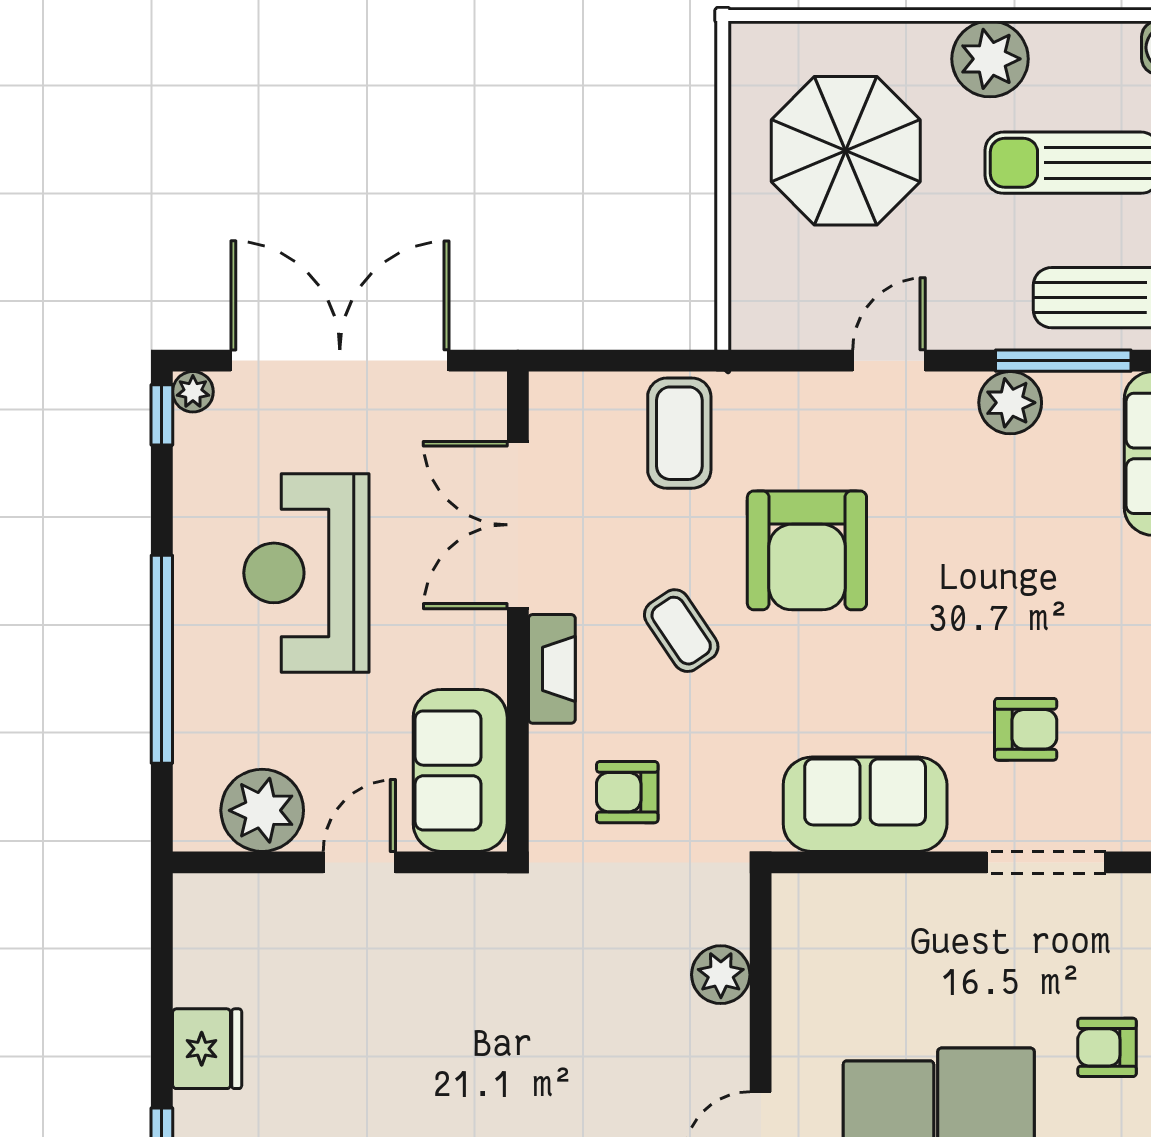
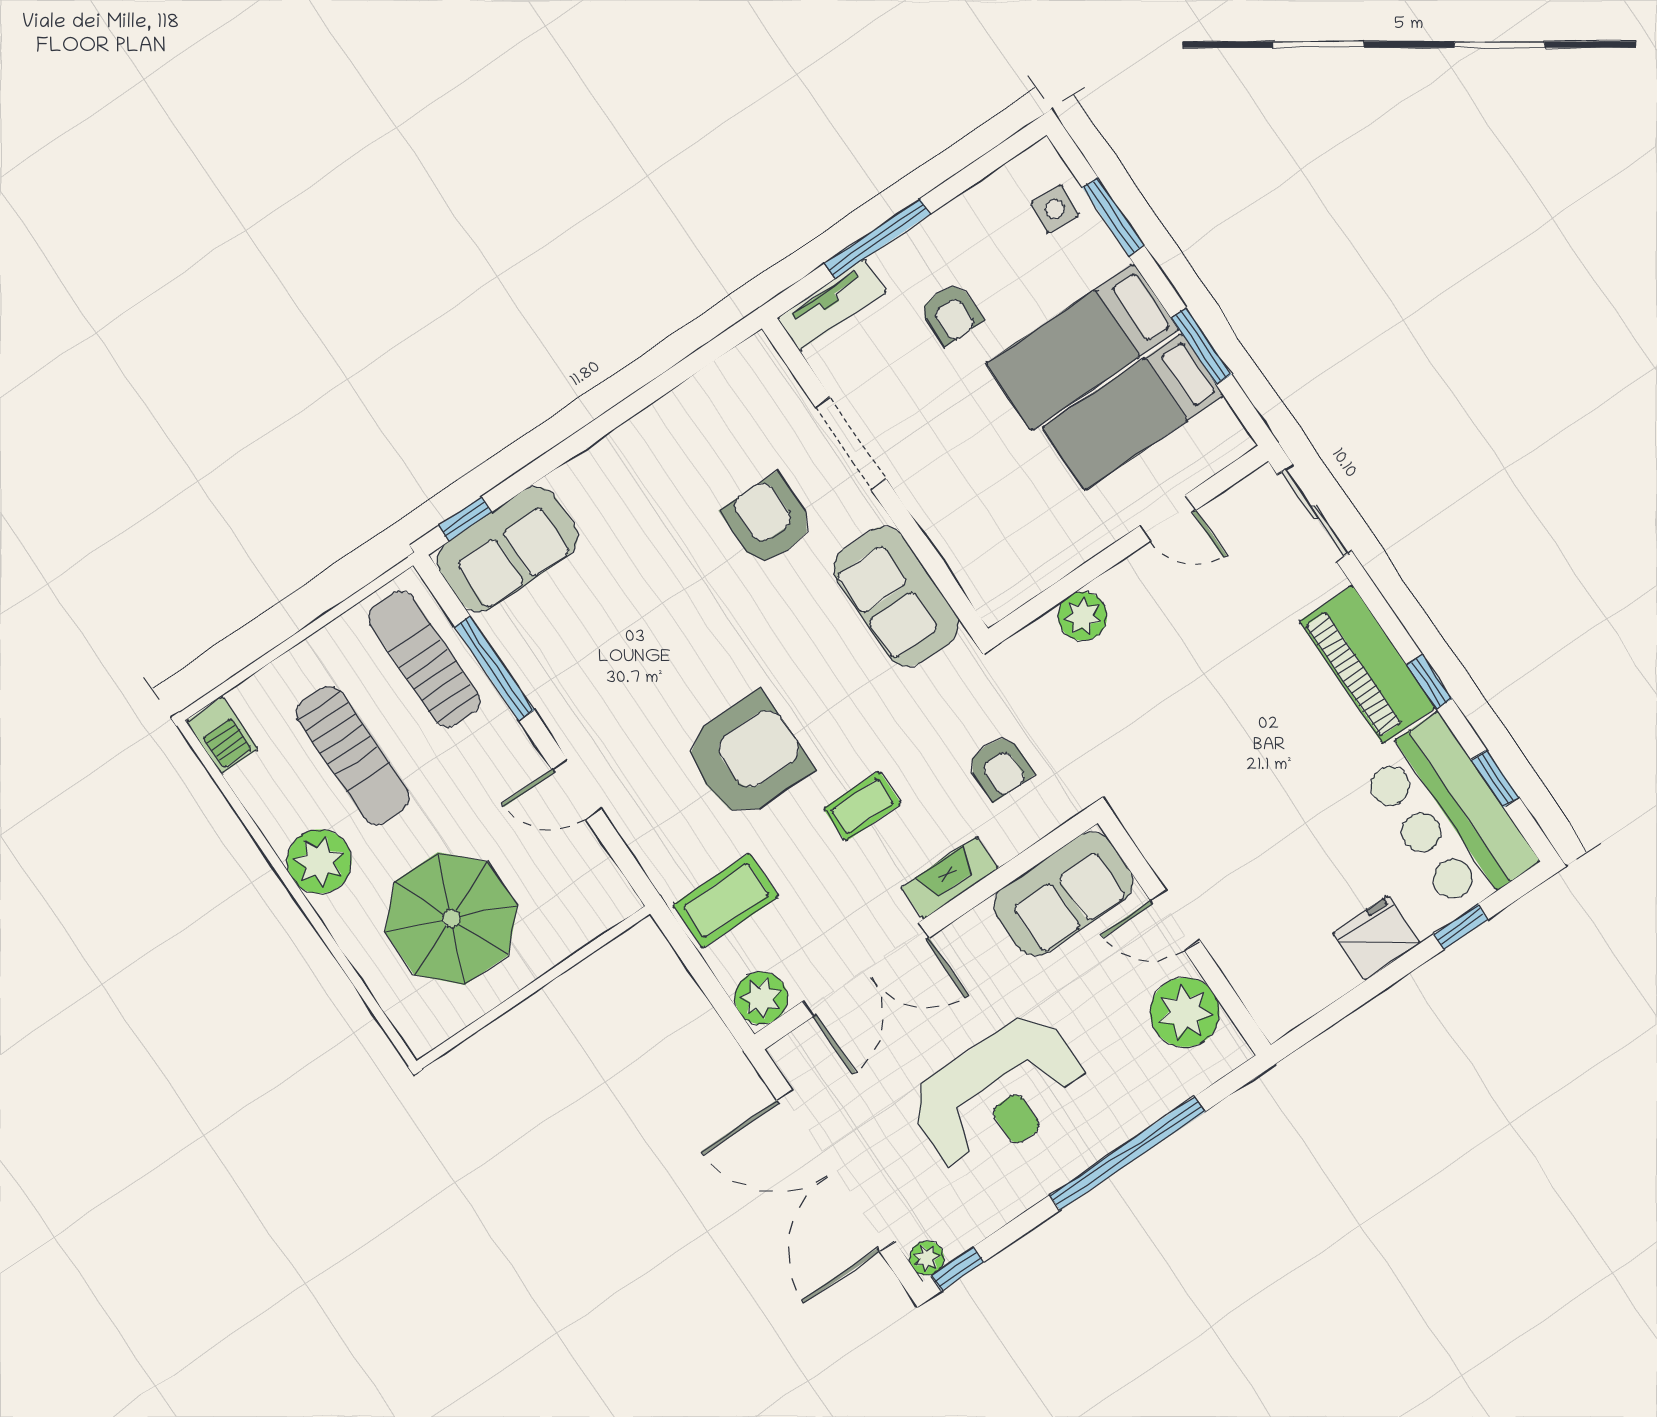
plant: (1010, 403) -> (761, 998), moved
coffee table: (681, 631) -> (862, 806), turned 34
armchair: (1026, 729) -> (768, 520), width x1.38, depth x1.38

